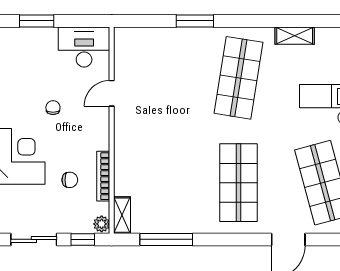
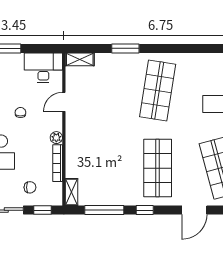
shelving: (295, 36) -> (80, 59), moved
chair: (70, 180) -> (30, 187), moved
plant: (102, 224) -> (56, 138), moved
window: (221, 239) -> (145, 210), added

